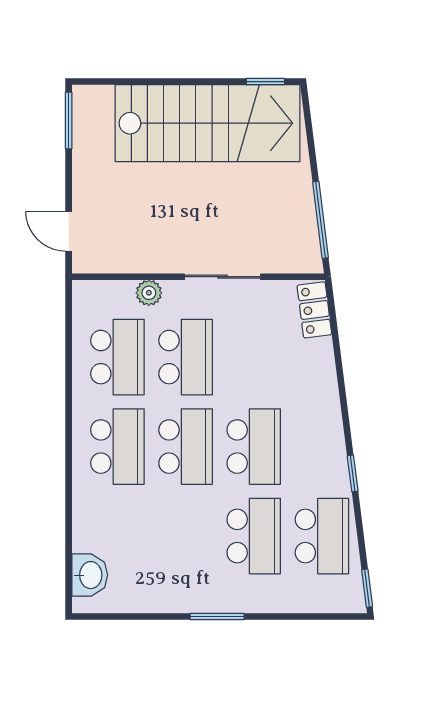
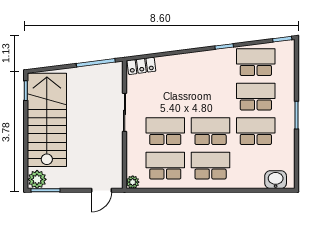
plant: (90, 104) -> (37, 179), added
plant: (149, 293) -> (133, 182), moved
school desk: (254, 447) -> (256, 131), moved

